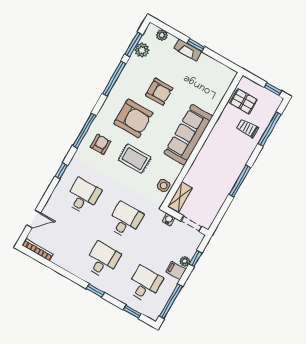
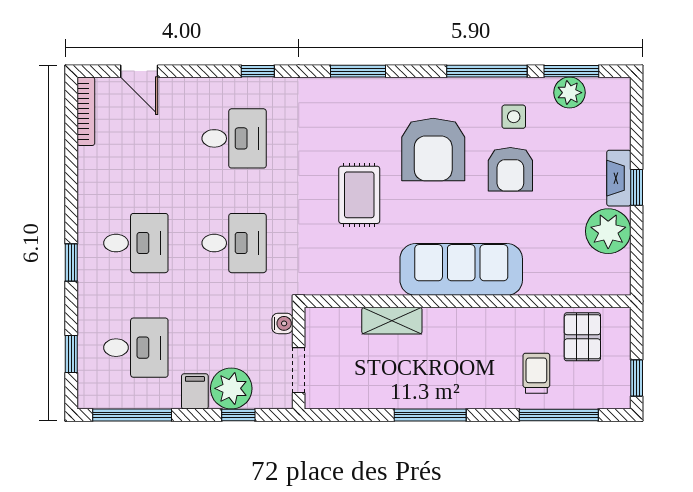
plant: (162, 35) -> (608, 231), moved, width x1.87, depth x1.87
window: (84, 131) -> (358, 71), width x0.69
armchair: (101, 144) -> (350, 116), removed
side table: (164, 186) -> (514, 117), moved
shelving: (180, 197) -> (392, 321), moved
plant: (185, 261) -> (231, 388), width x1.88, depth x1.88

